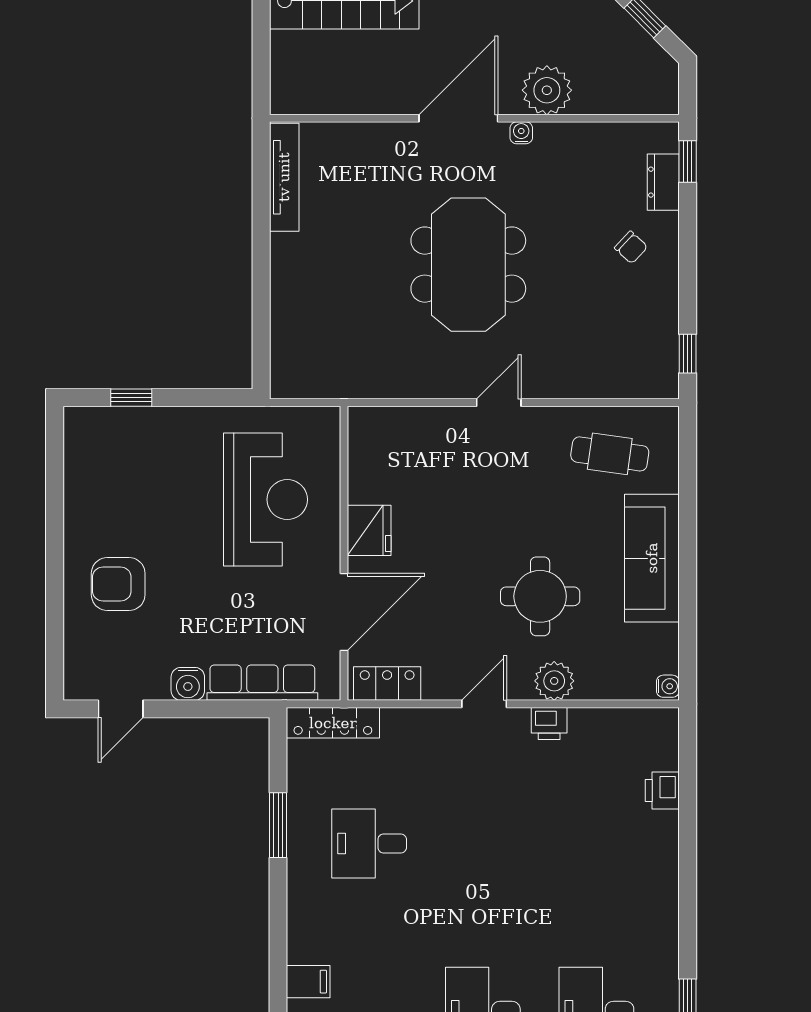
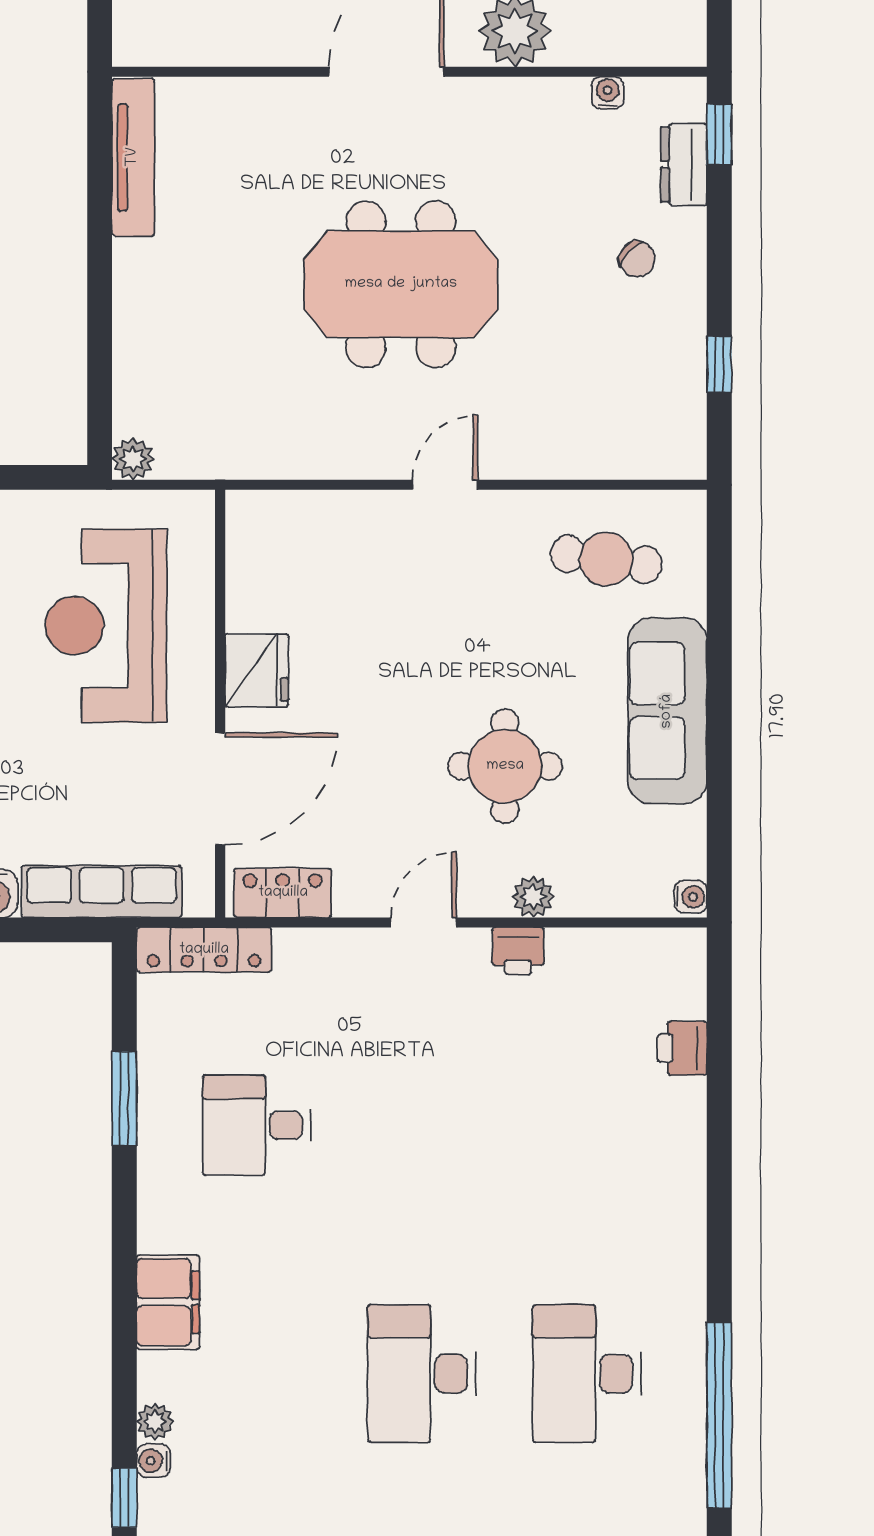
water cooler: (521, 133) -> (608, 93), moved
meeting table: (468, 265) -> (401, 284), turned 90
window: (688, 354) -> (719, 364), moved
plant: (284, 385) -> (133, 459), added
reception desk: (265, 500) -> (106, 626), turned 180
plant: (554, 681) -> (533, 897), width x0.73, depth x0.73
filing cabinet: (308, 982) -> (168, 1302), width x2.00

